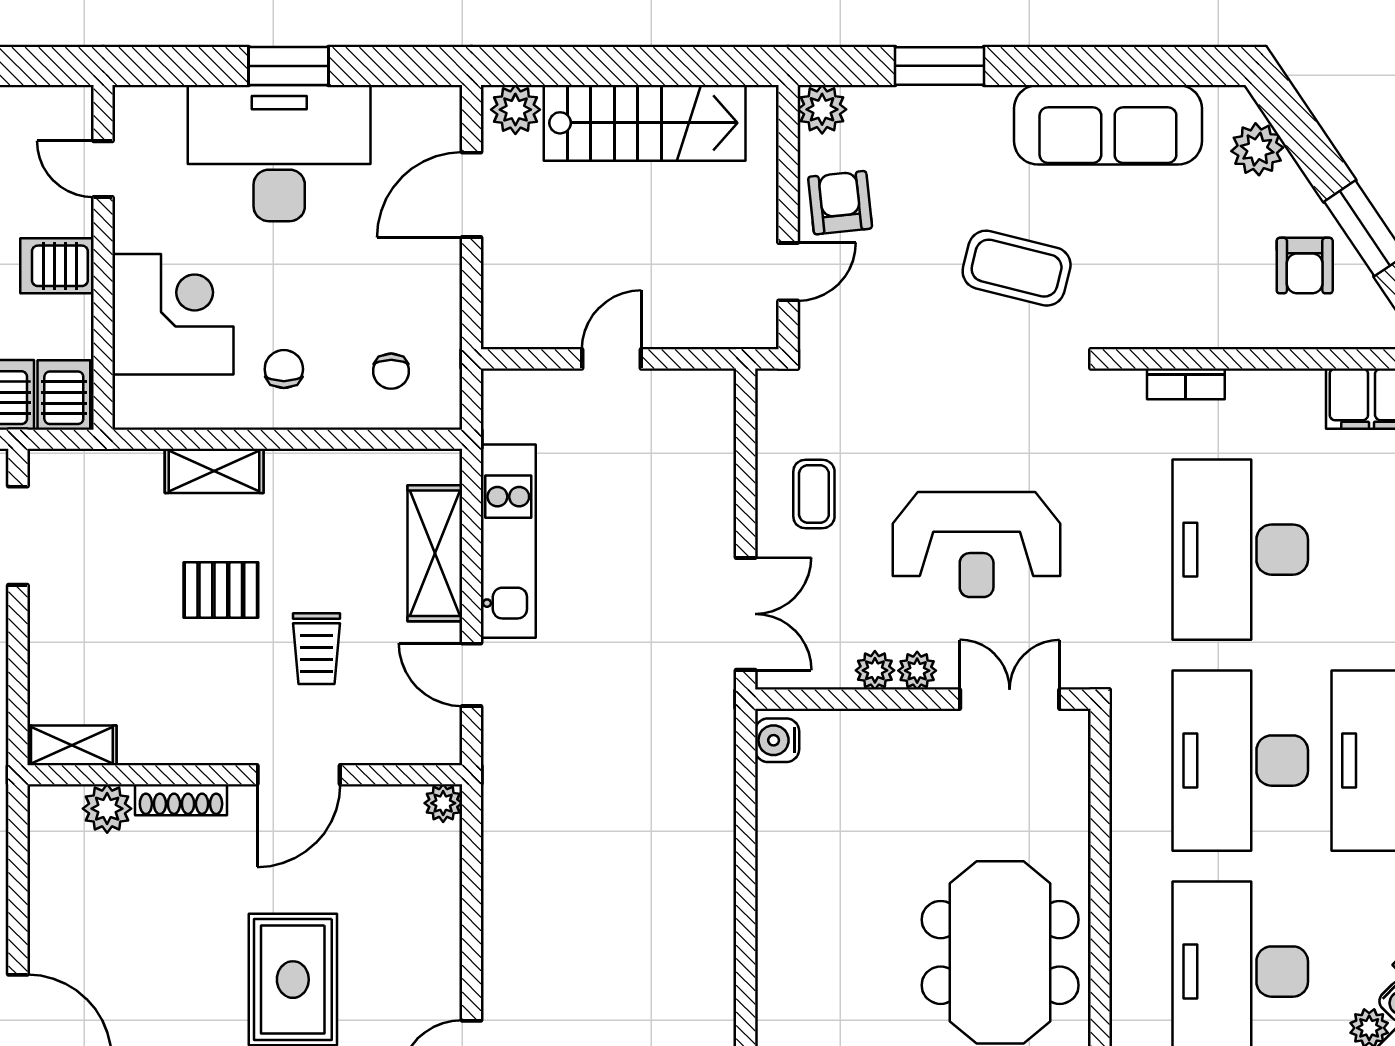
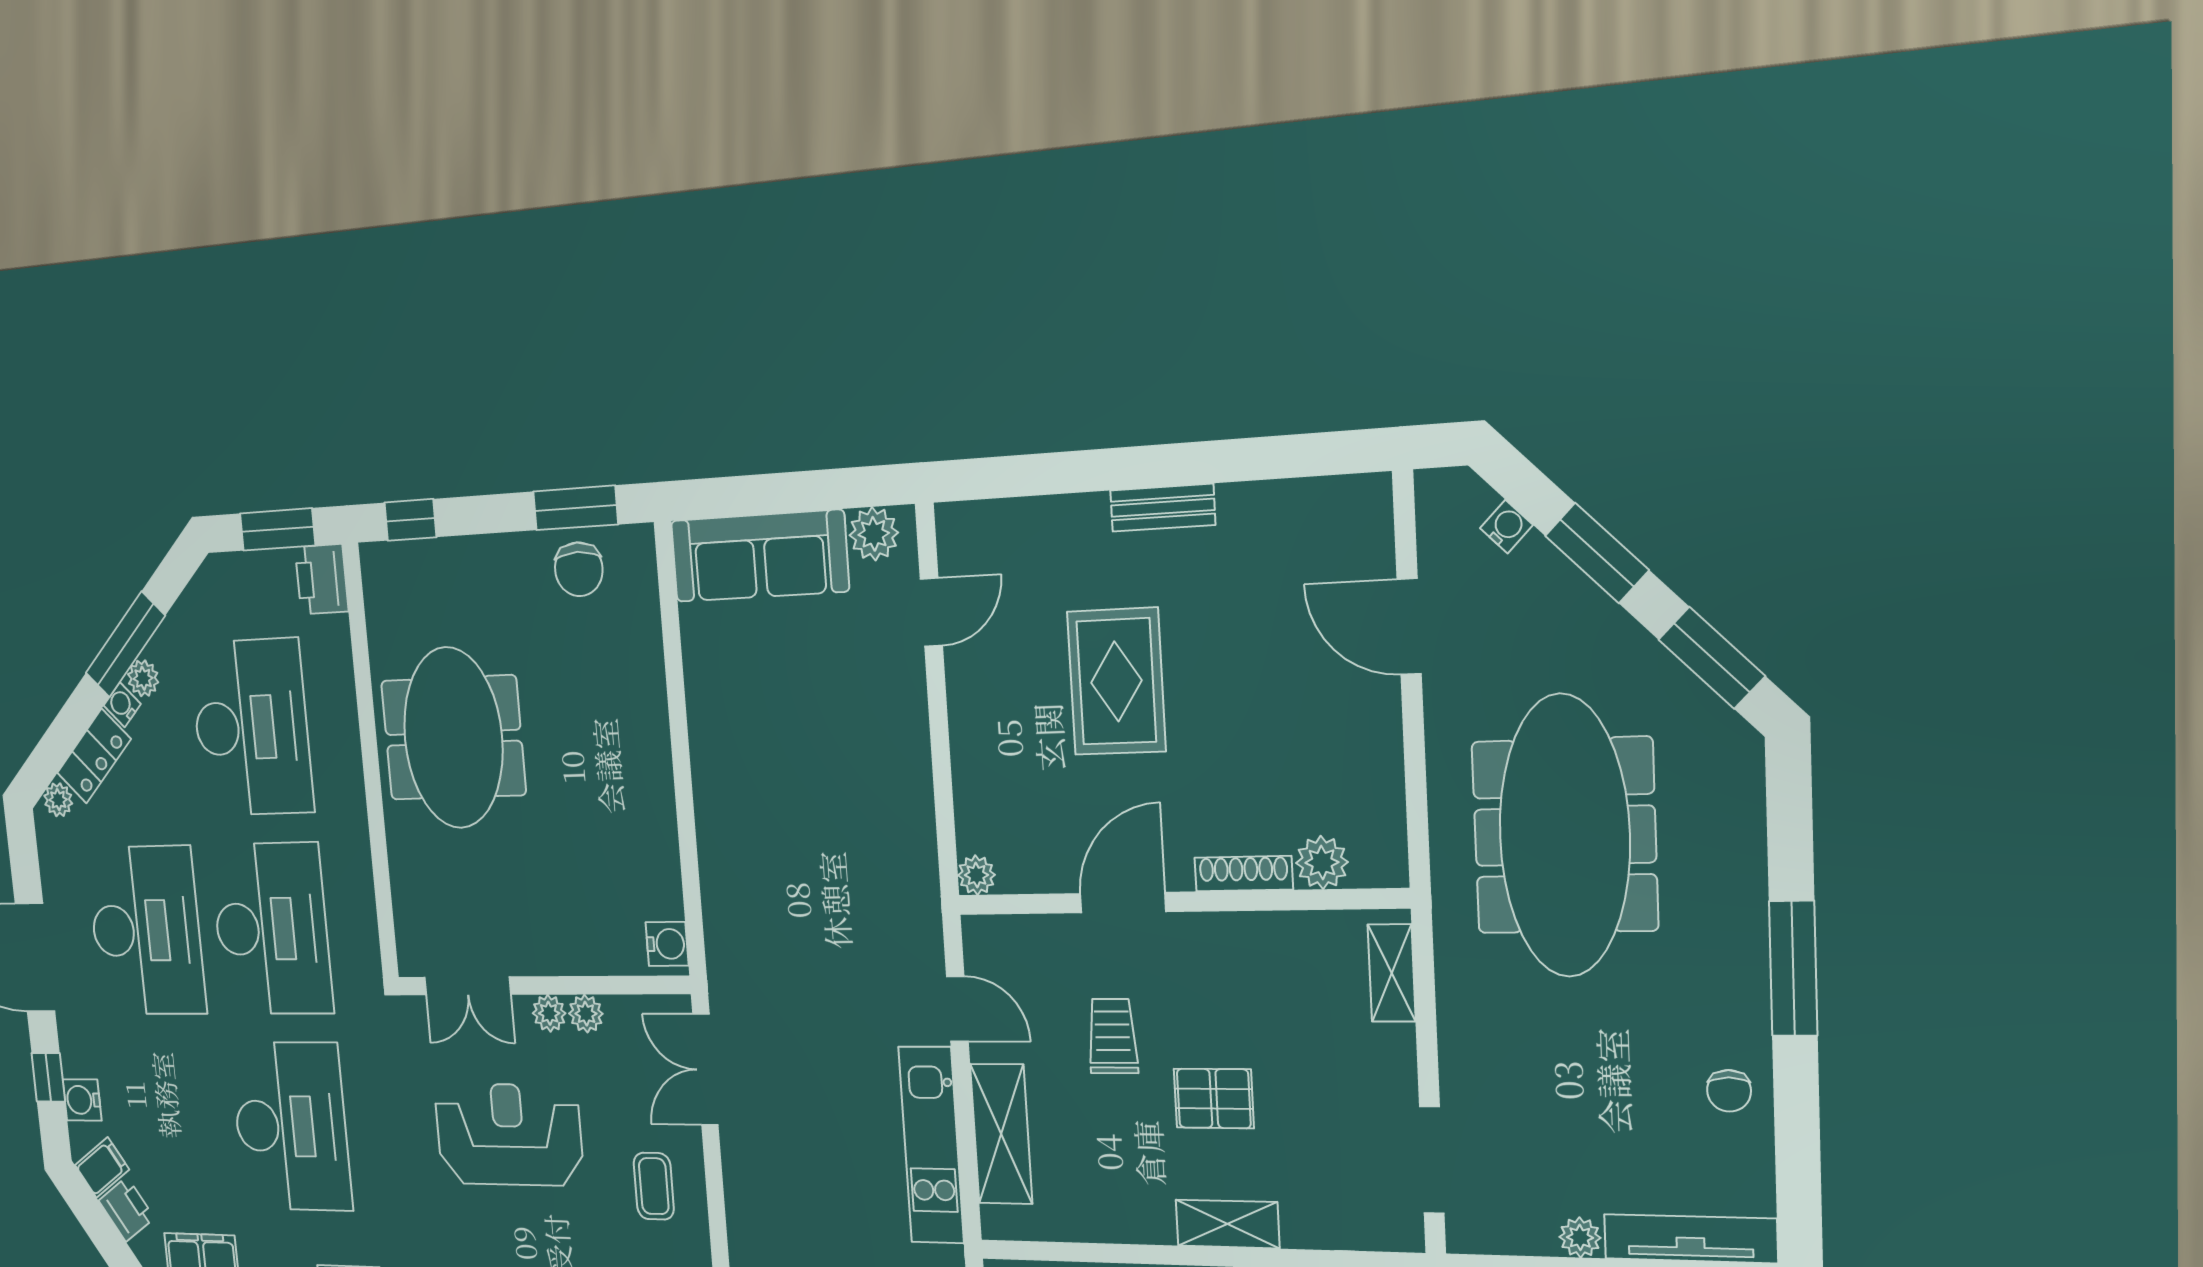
shelving: (72, 745) -> (1392, 973), moved, turned 90

